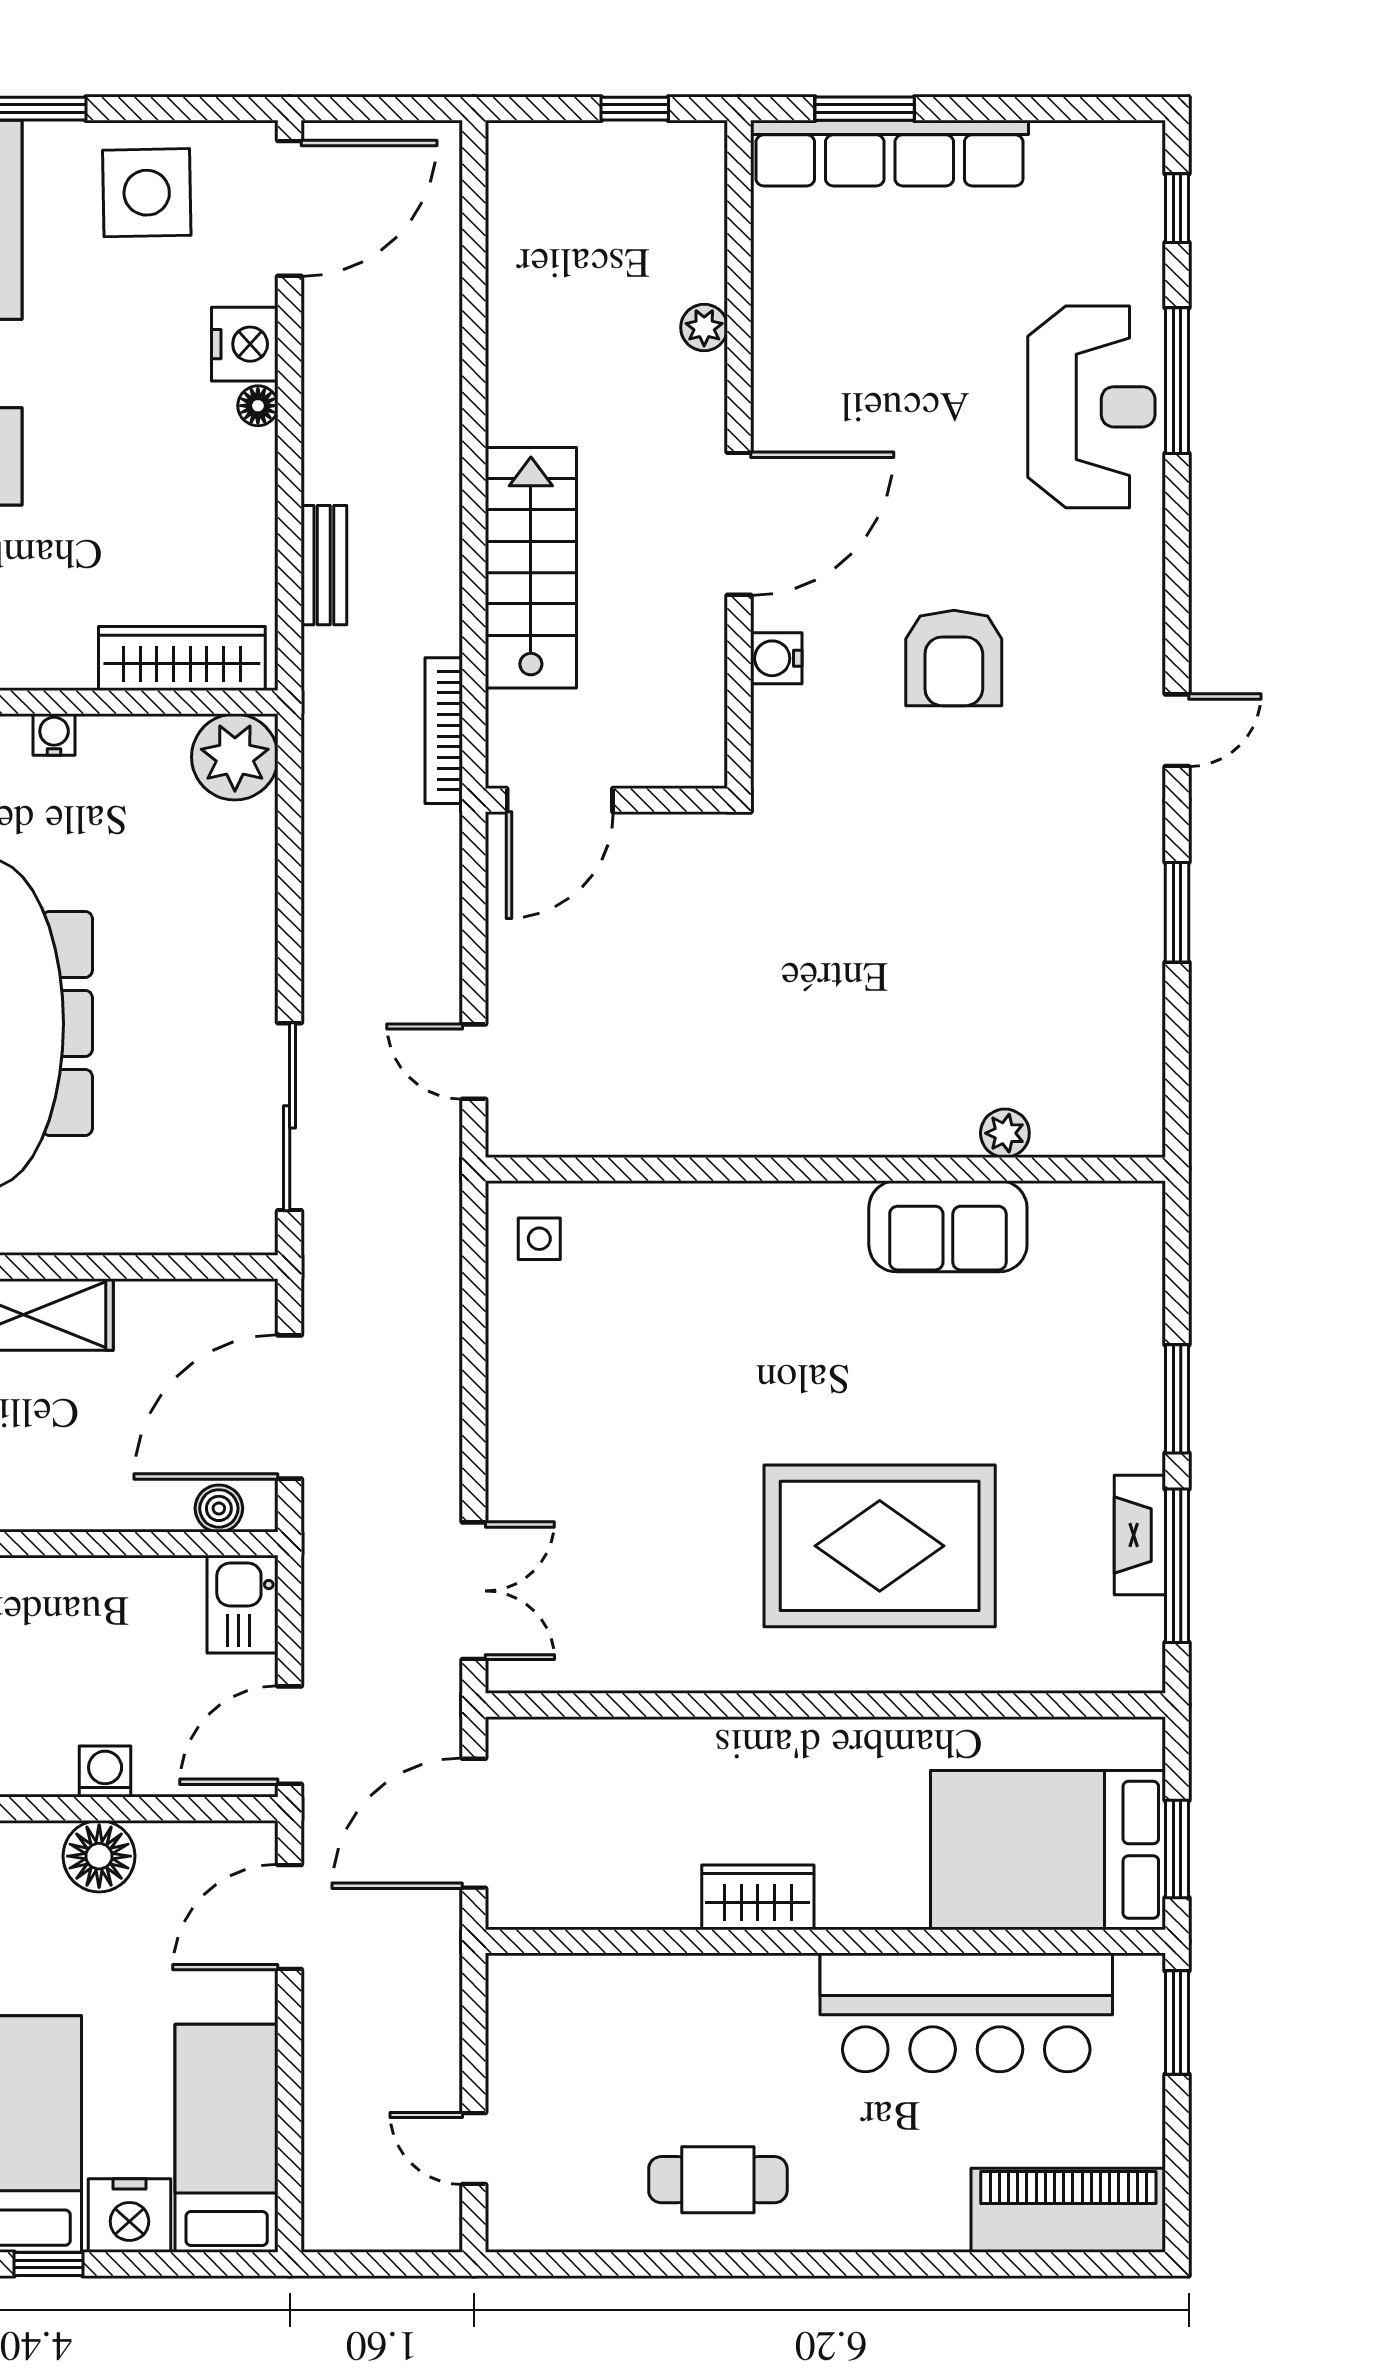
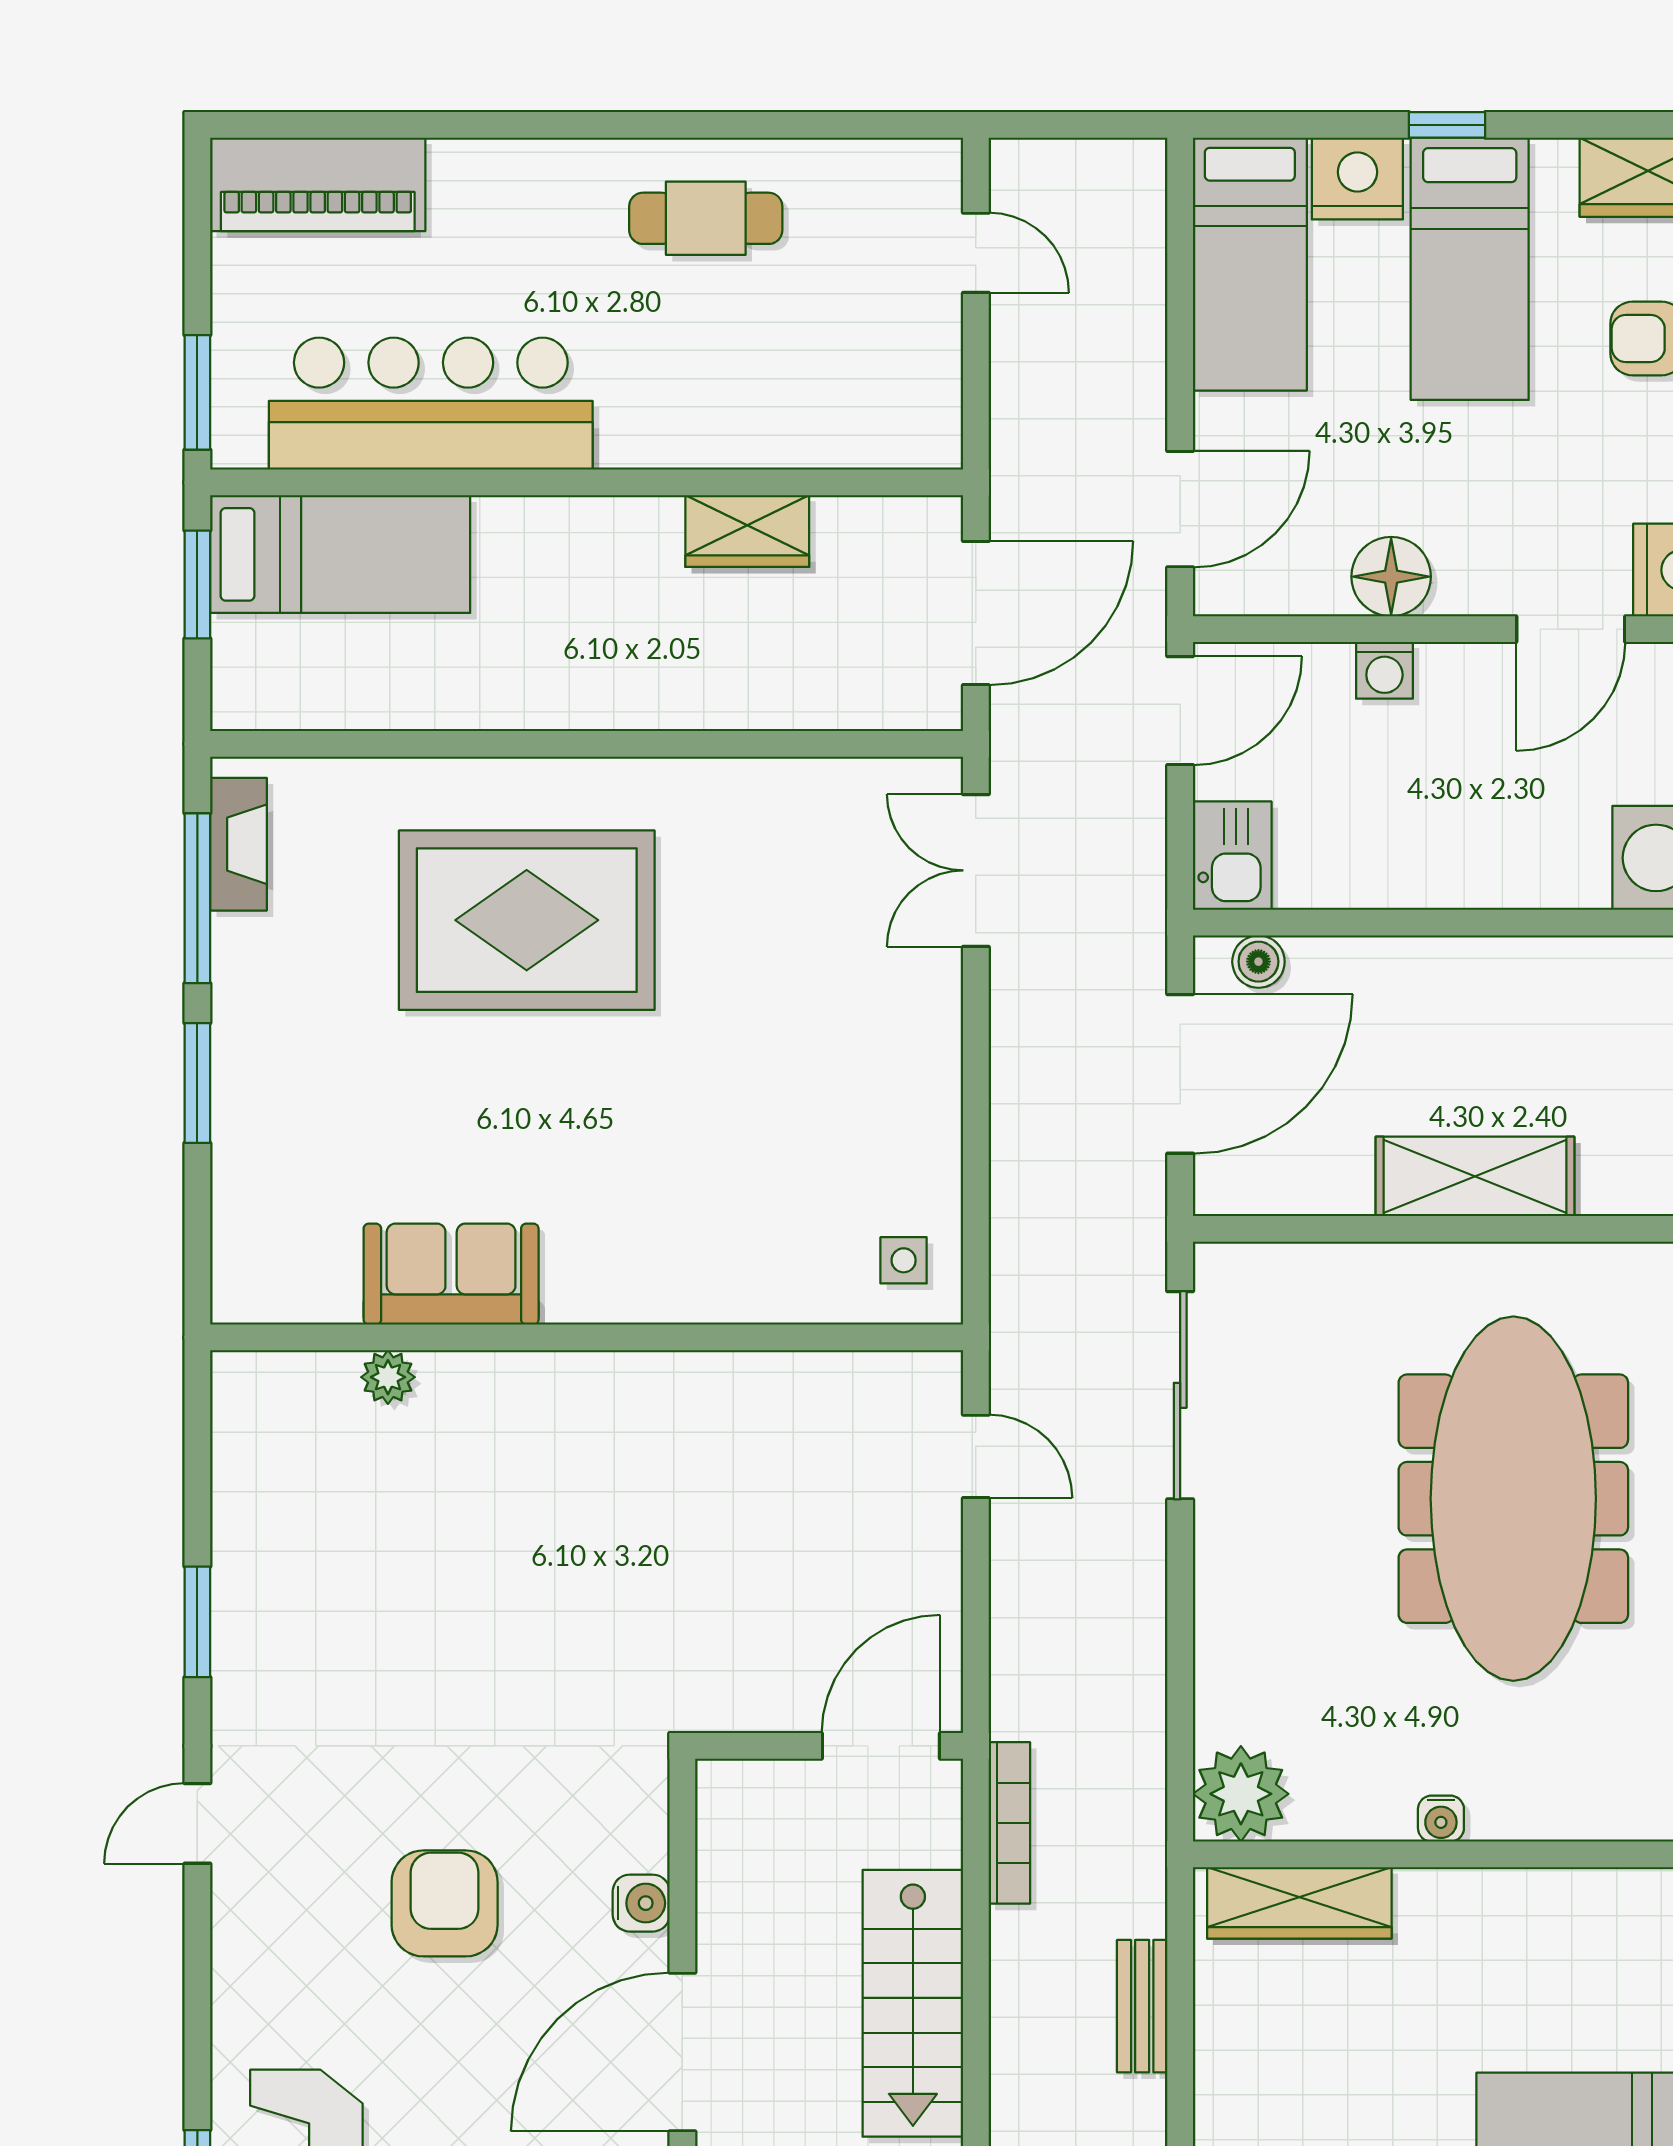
fireplace: (1140, 1535) -> (238, 844), moved
bed: (1048, 1850) -> (340, 554), width x0.67
wardrobe: (758, 1897) -> (747, 531), moved

